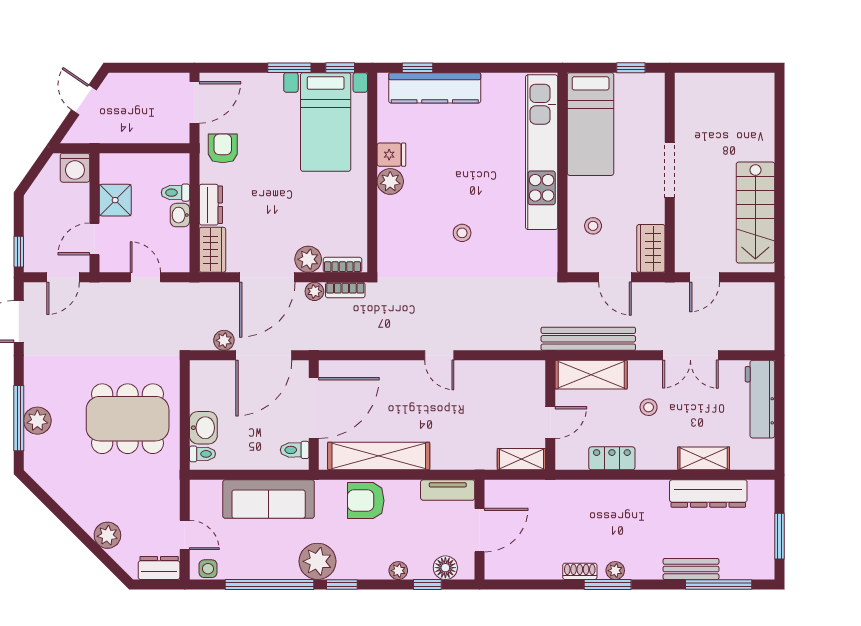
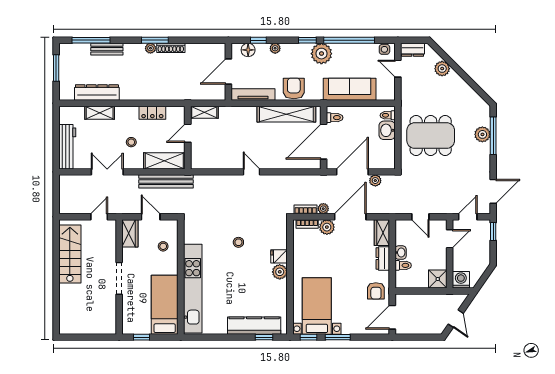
fridge: (391, 155) -> (279, 256), moved
shower: (115, 200) -> (438, 279), moved
tv unit: (448, 490) -> (253, 95), width x1.41
armchair: (366, 501) -> (294, 88), turned -90
shoe rack: (580, 571) -> (171, 48), width x1.43

